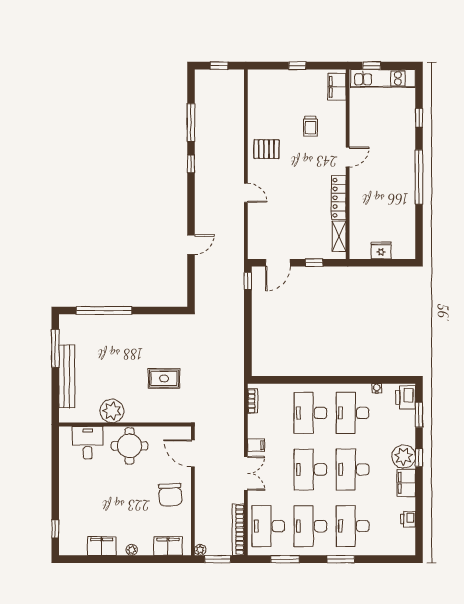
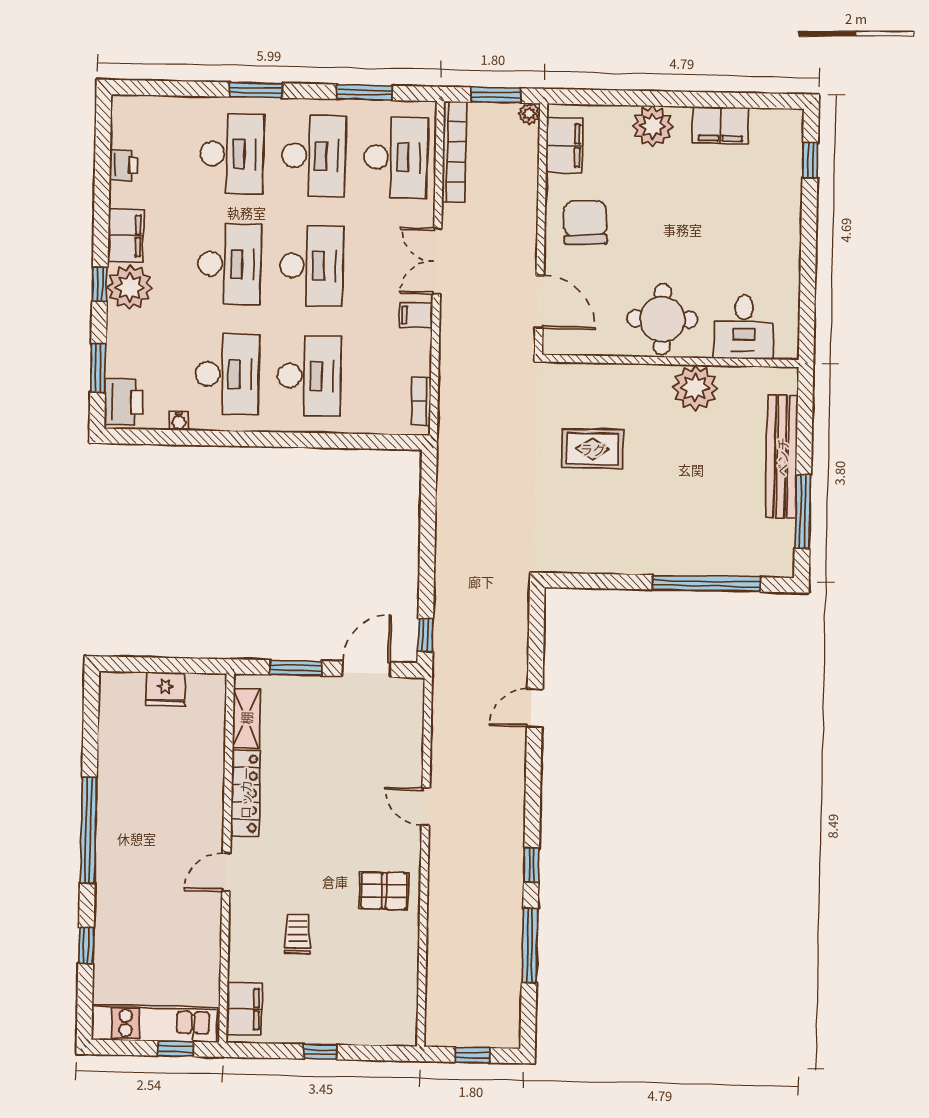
window: (314, 263) -> (296, 668), width x1.50
filing cabinet: (168, 546) -> (565, 145), moved, turned -90
plant: (132, 550) -> (653, 126), width x1.88, depth x1.88

